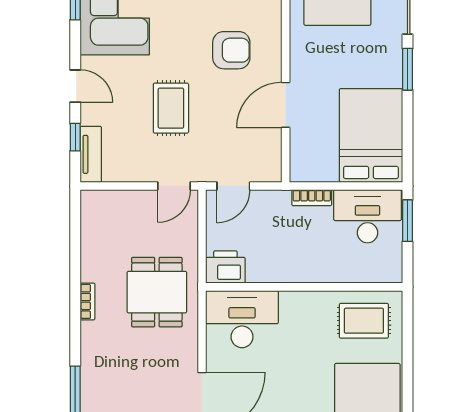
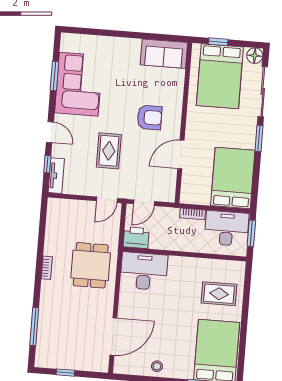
printer: (225, 267) -> (136, 238), moved
wall: (304, 287) -> (184, 254), moved
desk: (242, 319) -> (144, 271), moved

